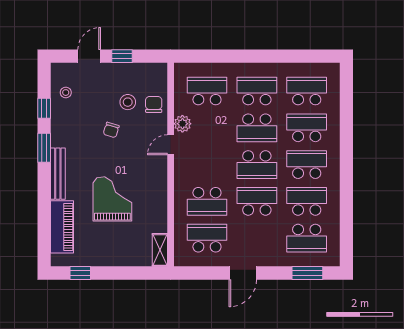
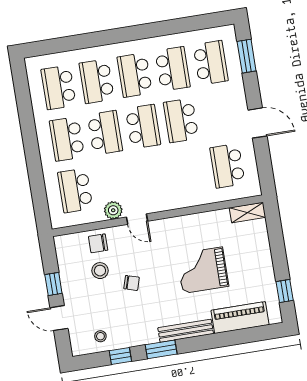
school desk: (207, 201) -> (189, 172), removed
school desk: (307, 201) -> (173, 69), turned 180

